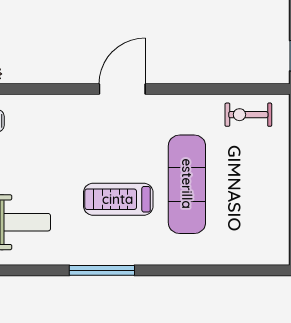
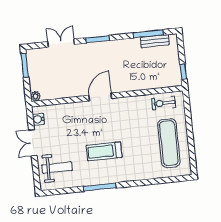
exercise mat: (187, 184) -> (169, 143), moved

